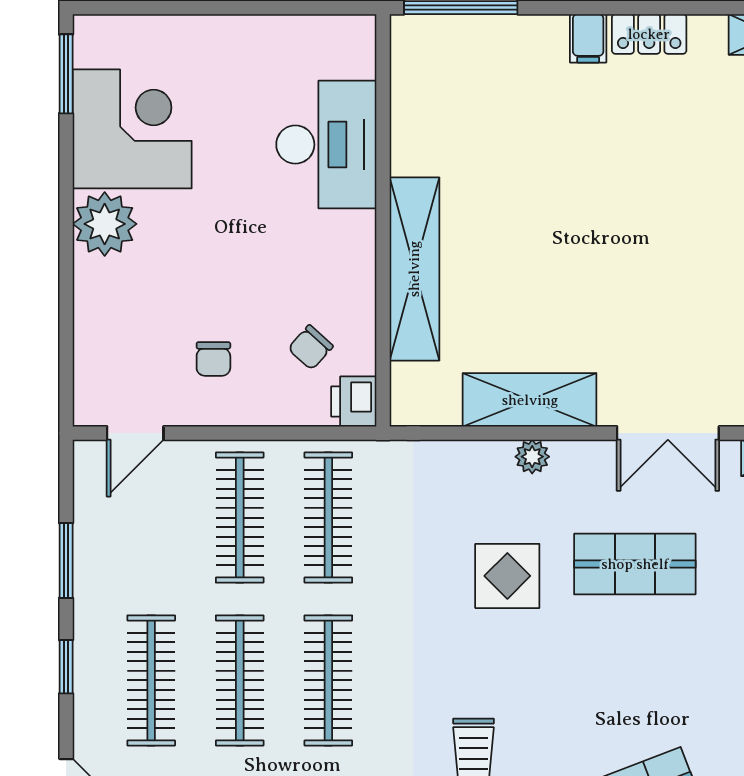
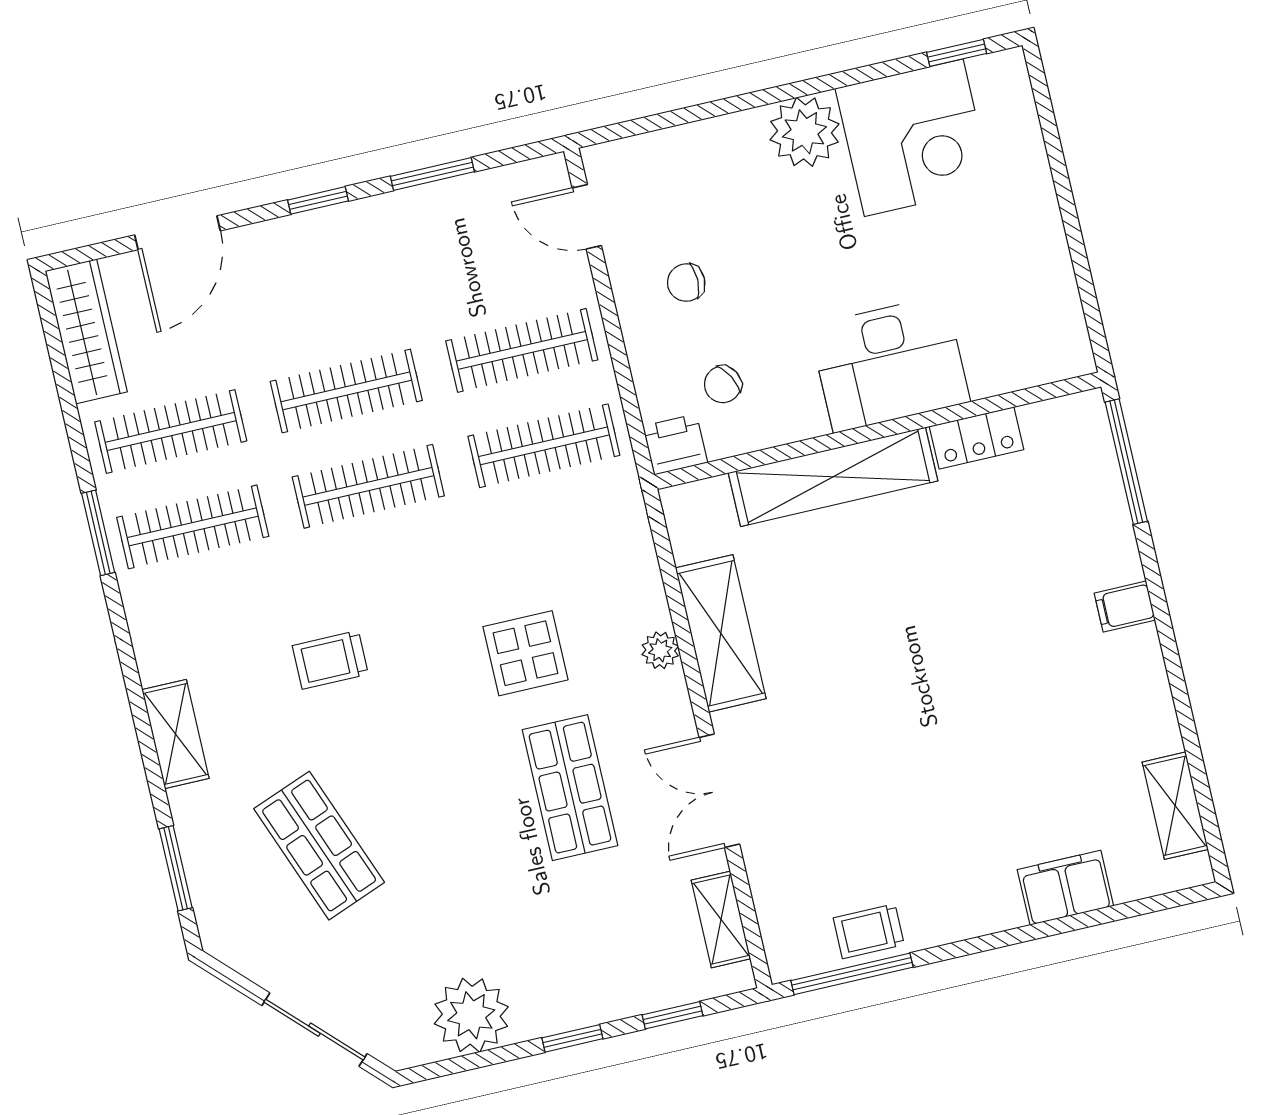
locker: (649, 34) -> (976, 438), moved, turned -90
window: (66, 74) -> (957, 53), width x0.67
desk: (326, 145) -> (890, 364), moved
chair: (311, 347) -> (723, 384), turned -71
clothes rail: (151, 680) -> (324, 295), removed

